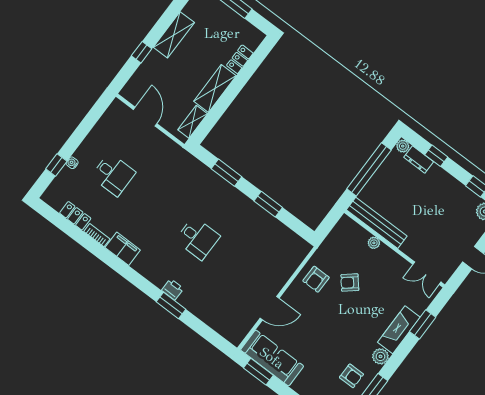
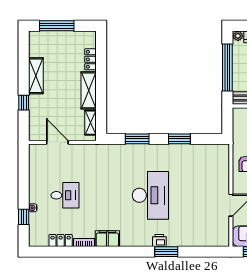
desk: (198, 238) -> (150, 195), width x1.87, depth x1.30

